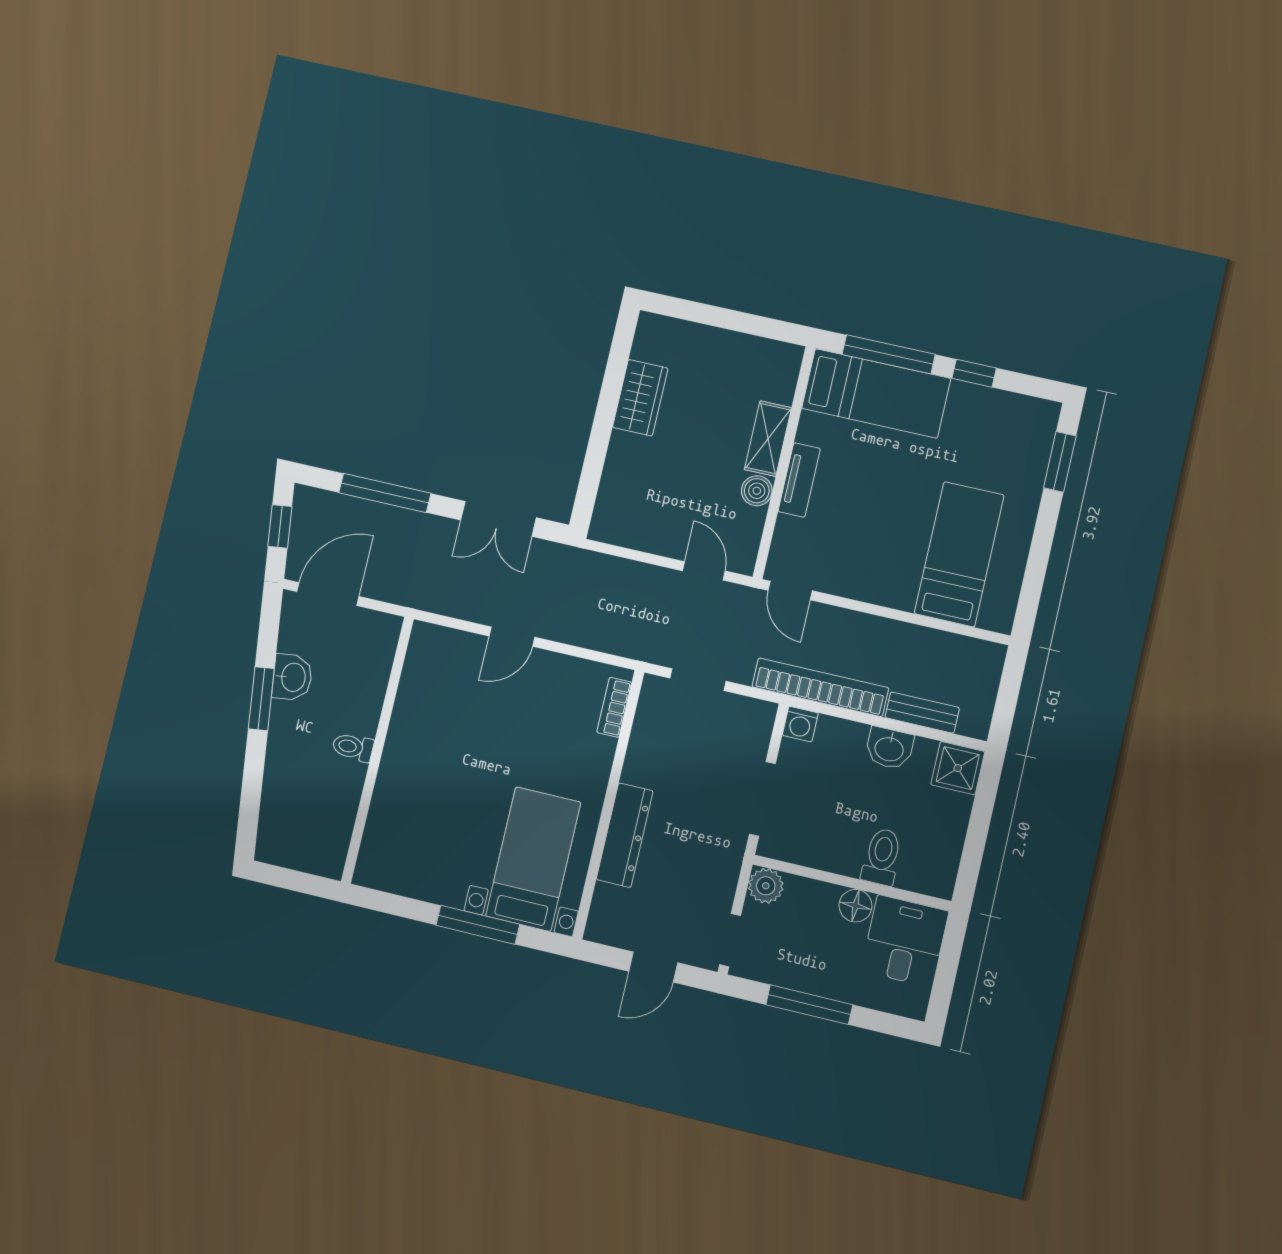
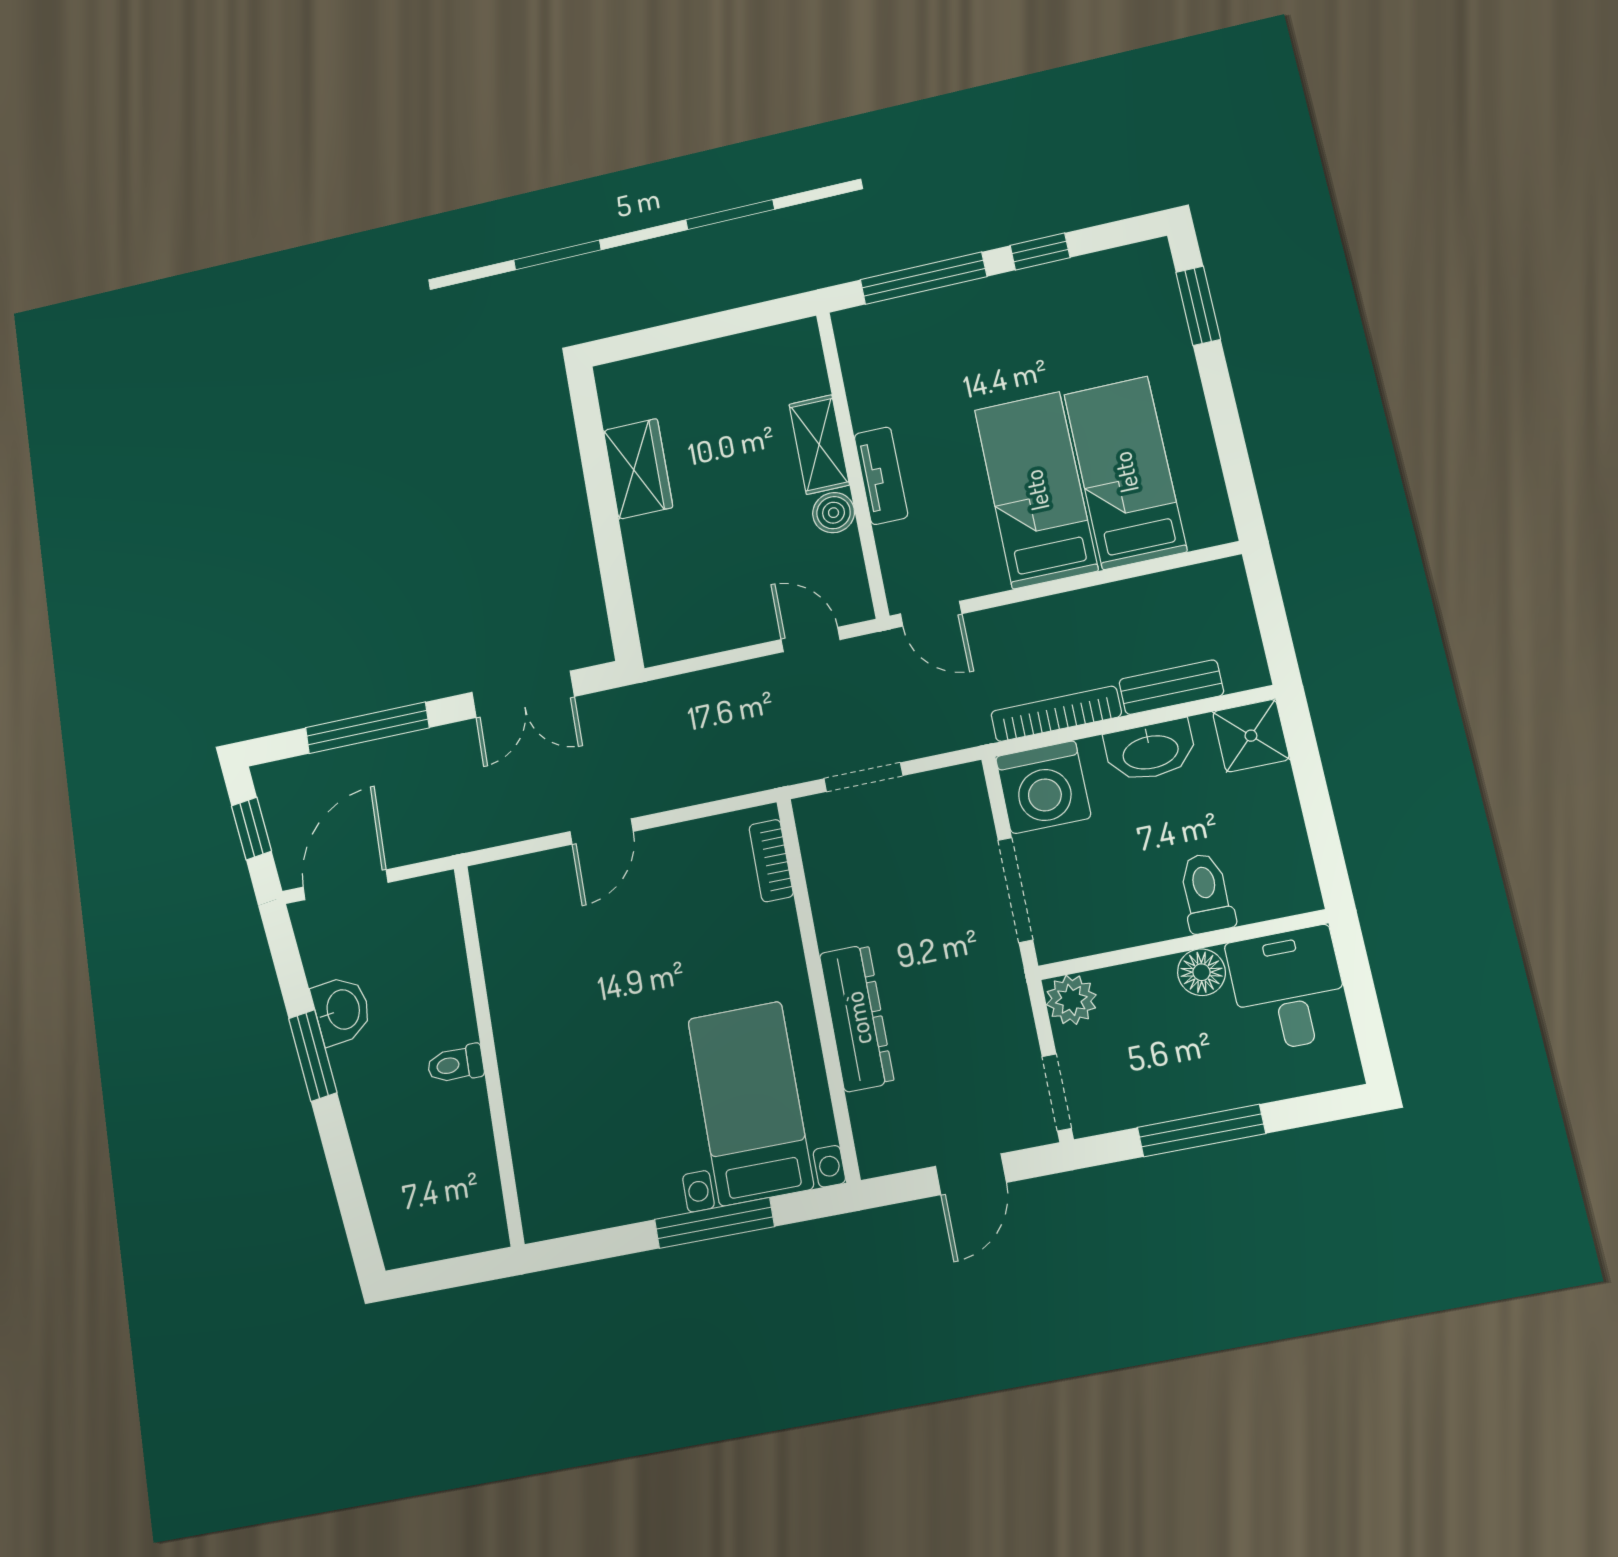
bed: (876, 393) -> (1036, 490), moved, turned -90
bookcase: (820, 687) -> (1056, 714), width x0.68, depth x0.76
washing machine: (800, 724) -> (1043, 787), width x1.89, depth x1.89
washbasin: (889, 748) -> (1150, 751), width x1.38

